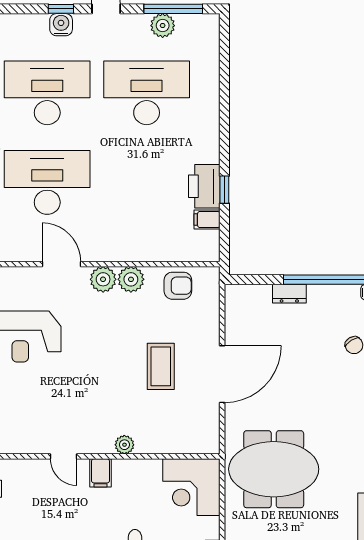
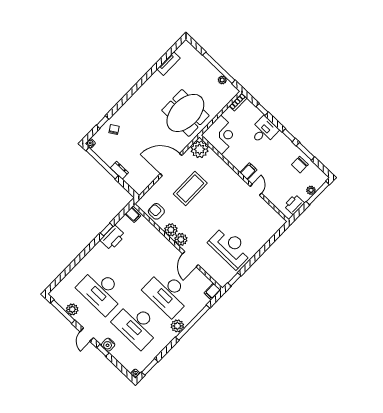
filing cabinet: (207, 220) -> (133, 215), moved
coffee table: (161, 366) -> (190, 189), width x1.36, depth x1.32
plant: (124, 445) -> (200, 149), moved, width x1.88, depth x1.88
meeting table: (274, 469) -> (185, 113), turned 90

